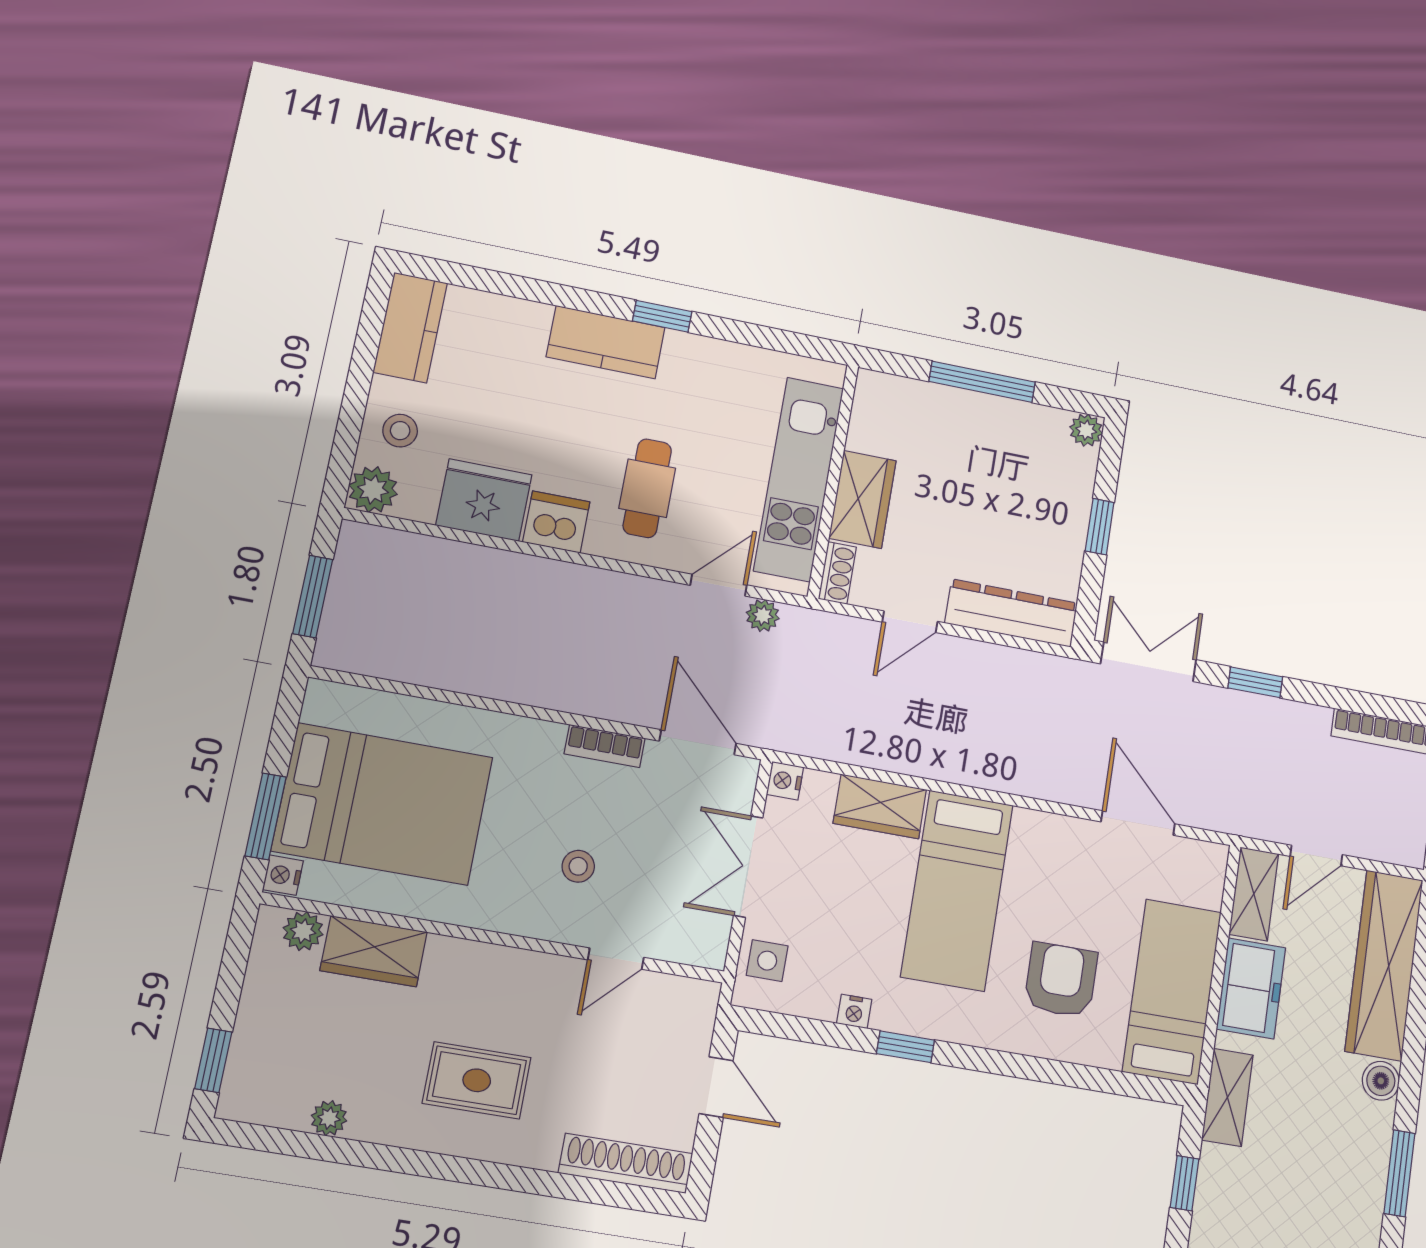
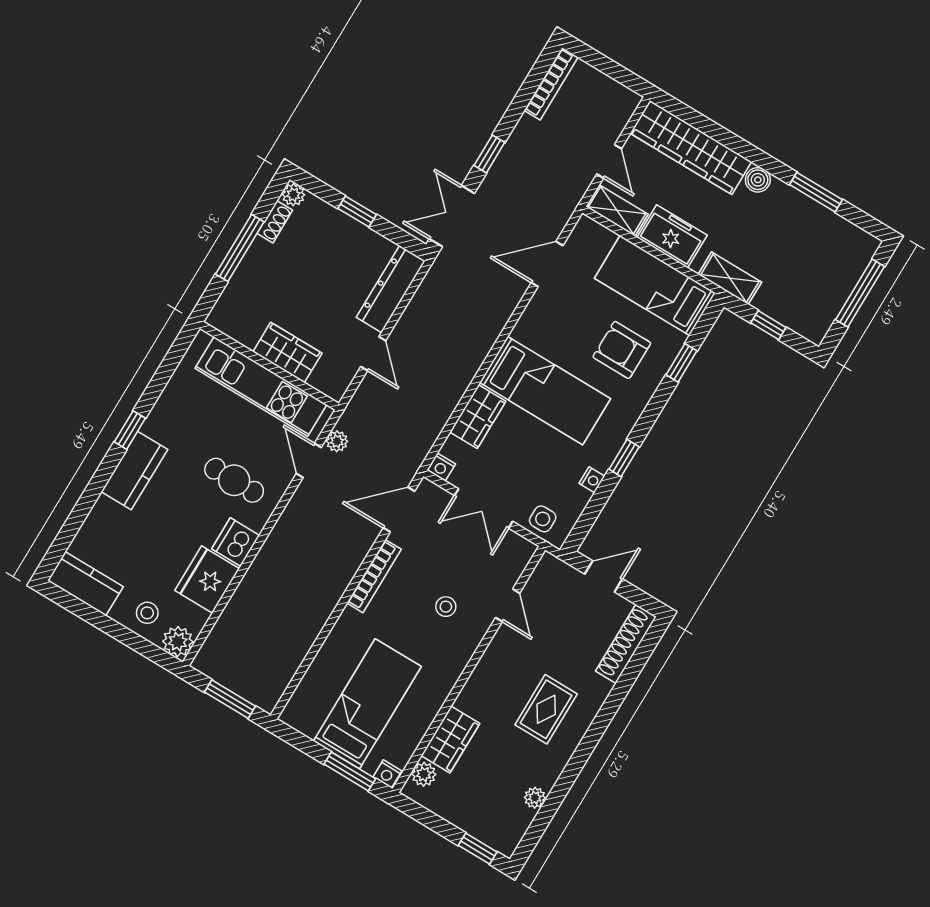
shoe rack: (837, 573) -> (275, 222), moved, turned 90
bookcase: (605, 746) -> (374, 576), width x1.56
bed: (383, 804) -> (367, 704), width x0.67
window: (1078, 1076) -> (682, 363), added

